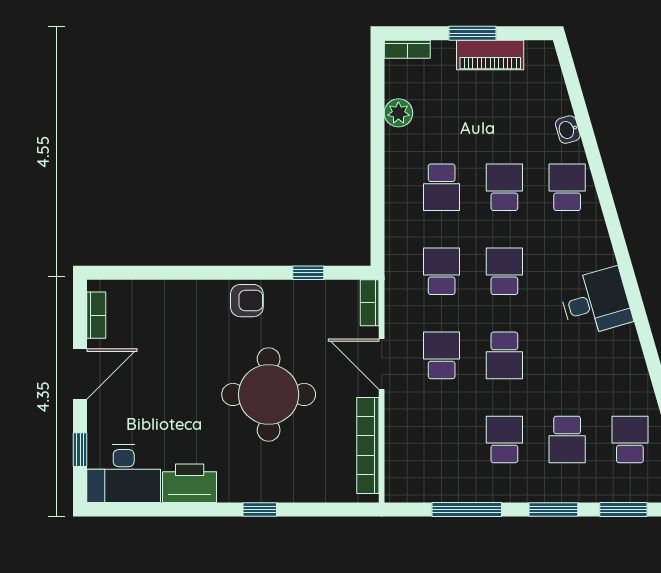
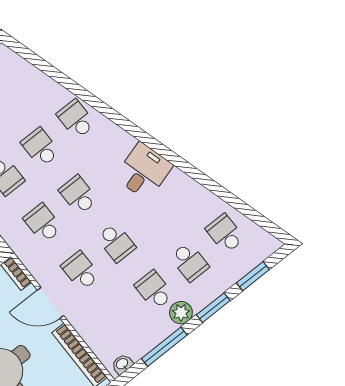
washbasin: (568, 130) -> (122, 364), moved, turned 106
plant: (514, 487) -> (181, 313), added

